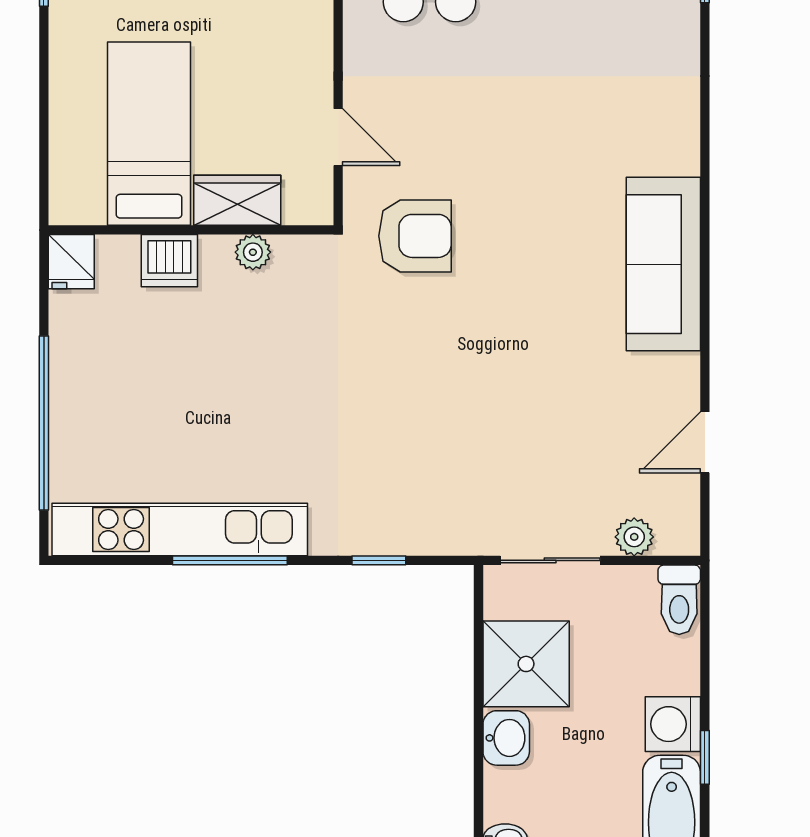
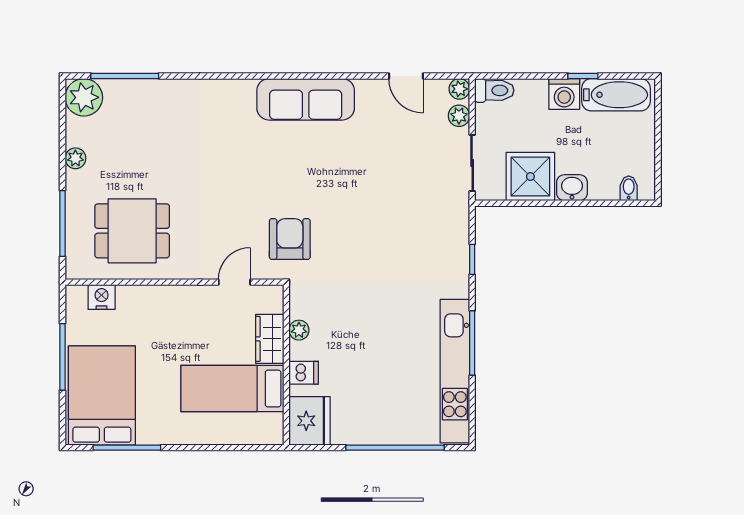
dishwasher: (169, 261) -> (304, 373), width x0.73
fridge: (71, 262) -> (310, 421), width x1.88, depth x1.34
plant: (682, 538) -> (459, 89), added

